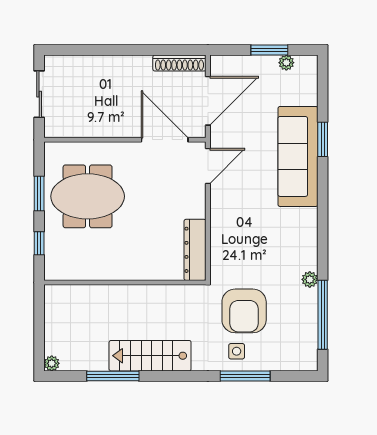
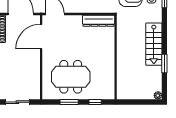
meeting table: (88, 196) -> (71, 77), turned 90
window: (113, 376) -> (164, 64), width x0.69

